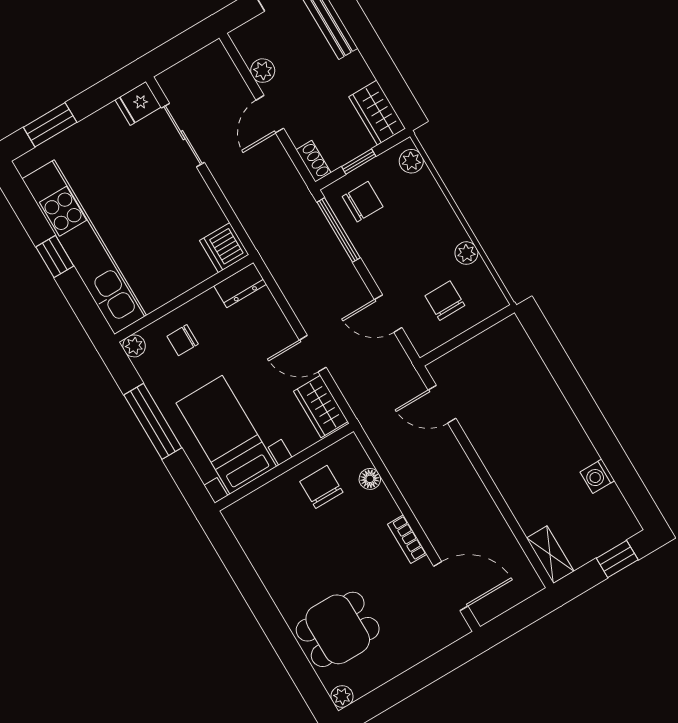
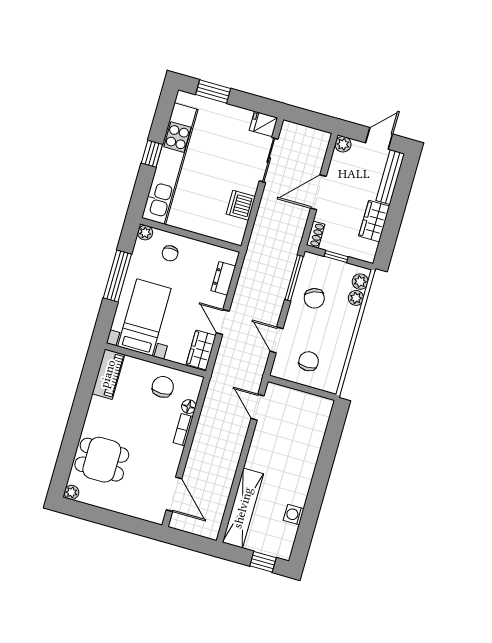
plant: (263, 71) -> (343, 144), moved
wardrobe: (377, 113) -> (374, 221), moved
door: (270, 114) -> (318, 192), width x1.38
chair: (363, 202) -> (314, 298), moved, turned 70
dishwasher: (224, 248) -> (241, 205), moved
plant: (466, 253) -> (356, 298), moved
dresser: (240, 285) -> (223, 278), moved, turned 90
chair: (183, 340) -> (170, 253), turned -90
piano: (251, 533) -> (108, 374), added
bookcase: (407, 539) -> (183, 430), moved
shelving: (550, 555) -> (243, 508), width x2.20, depth x1.33

